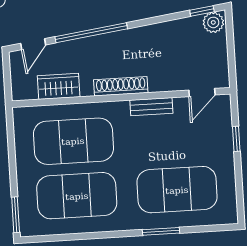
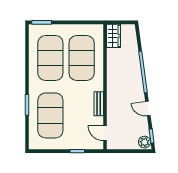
door: (33, 44) -> (148, 109), moved
wardrobe: (59, 86) -> (113, 36), moved
shoe rack: (121, 86) -> (111, 87), removed

